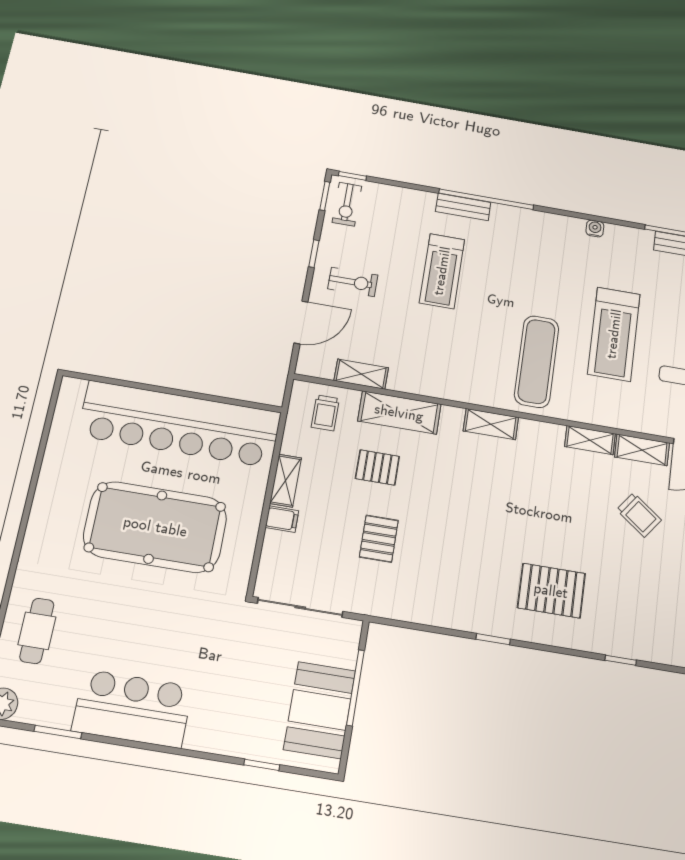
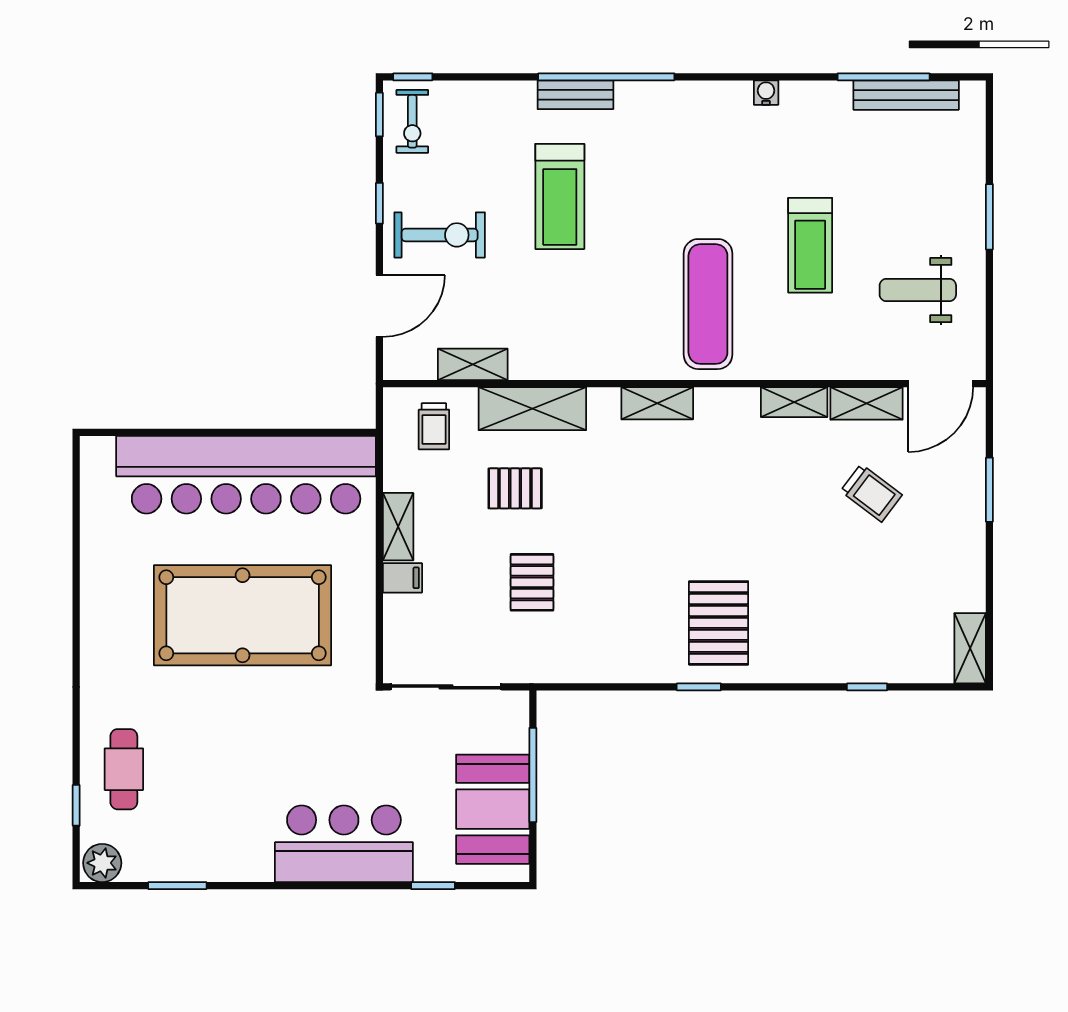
exercise bike: (353, 282) -> (440, 235), width x1.38, depth x1.39
treadmill: (614, 334) -> (810, 245), width x0.73, depth x0.73
pallet: (551, 591) -> (719, 623), moved, turned 90
bar counter: (132, 709) -> (344, 844), moved

